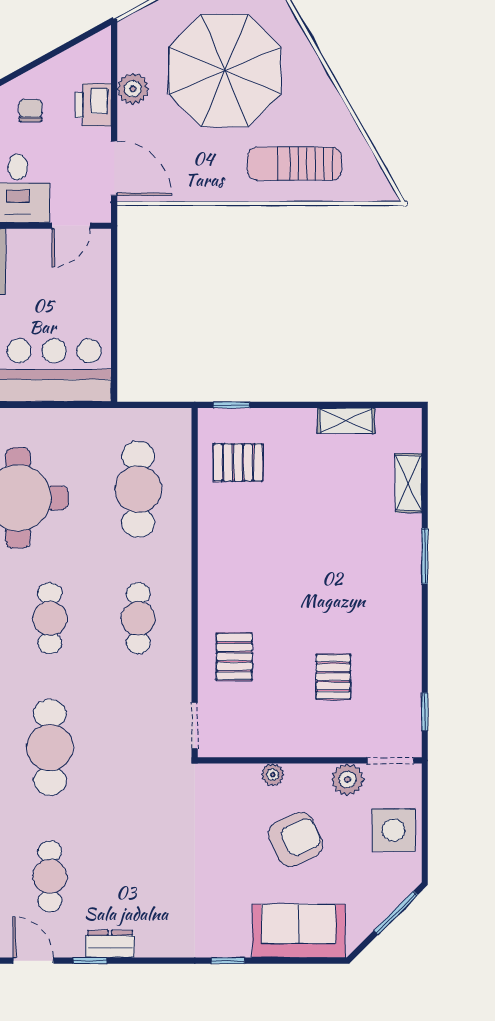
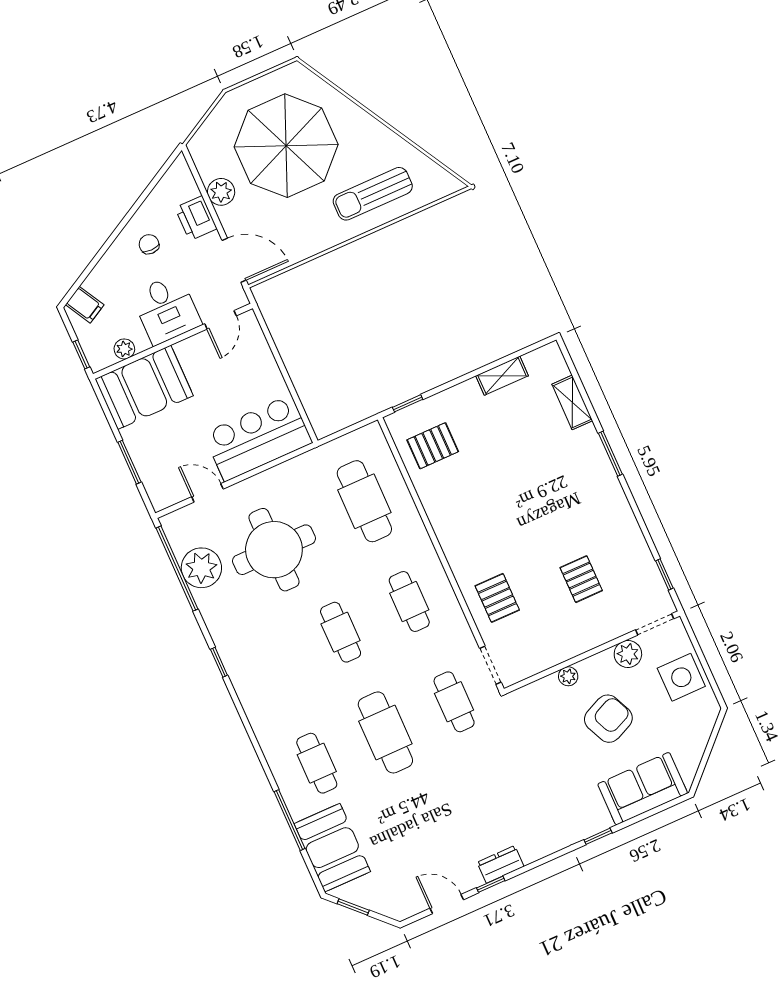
cafe table: (50, 876) -> (454, 702), moved
window: (396, 913) -> (712, 741), removed

